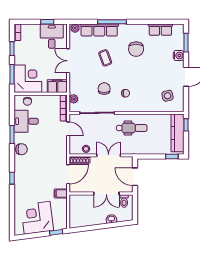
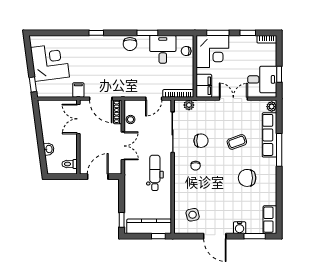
row of seats: (160, 30) -> (270, 220), moved
dental chair: (132, 128) -> (155, 173), turned 180
double door: (106, 194) -> (78, 119), moved

